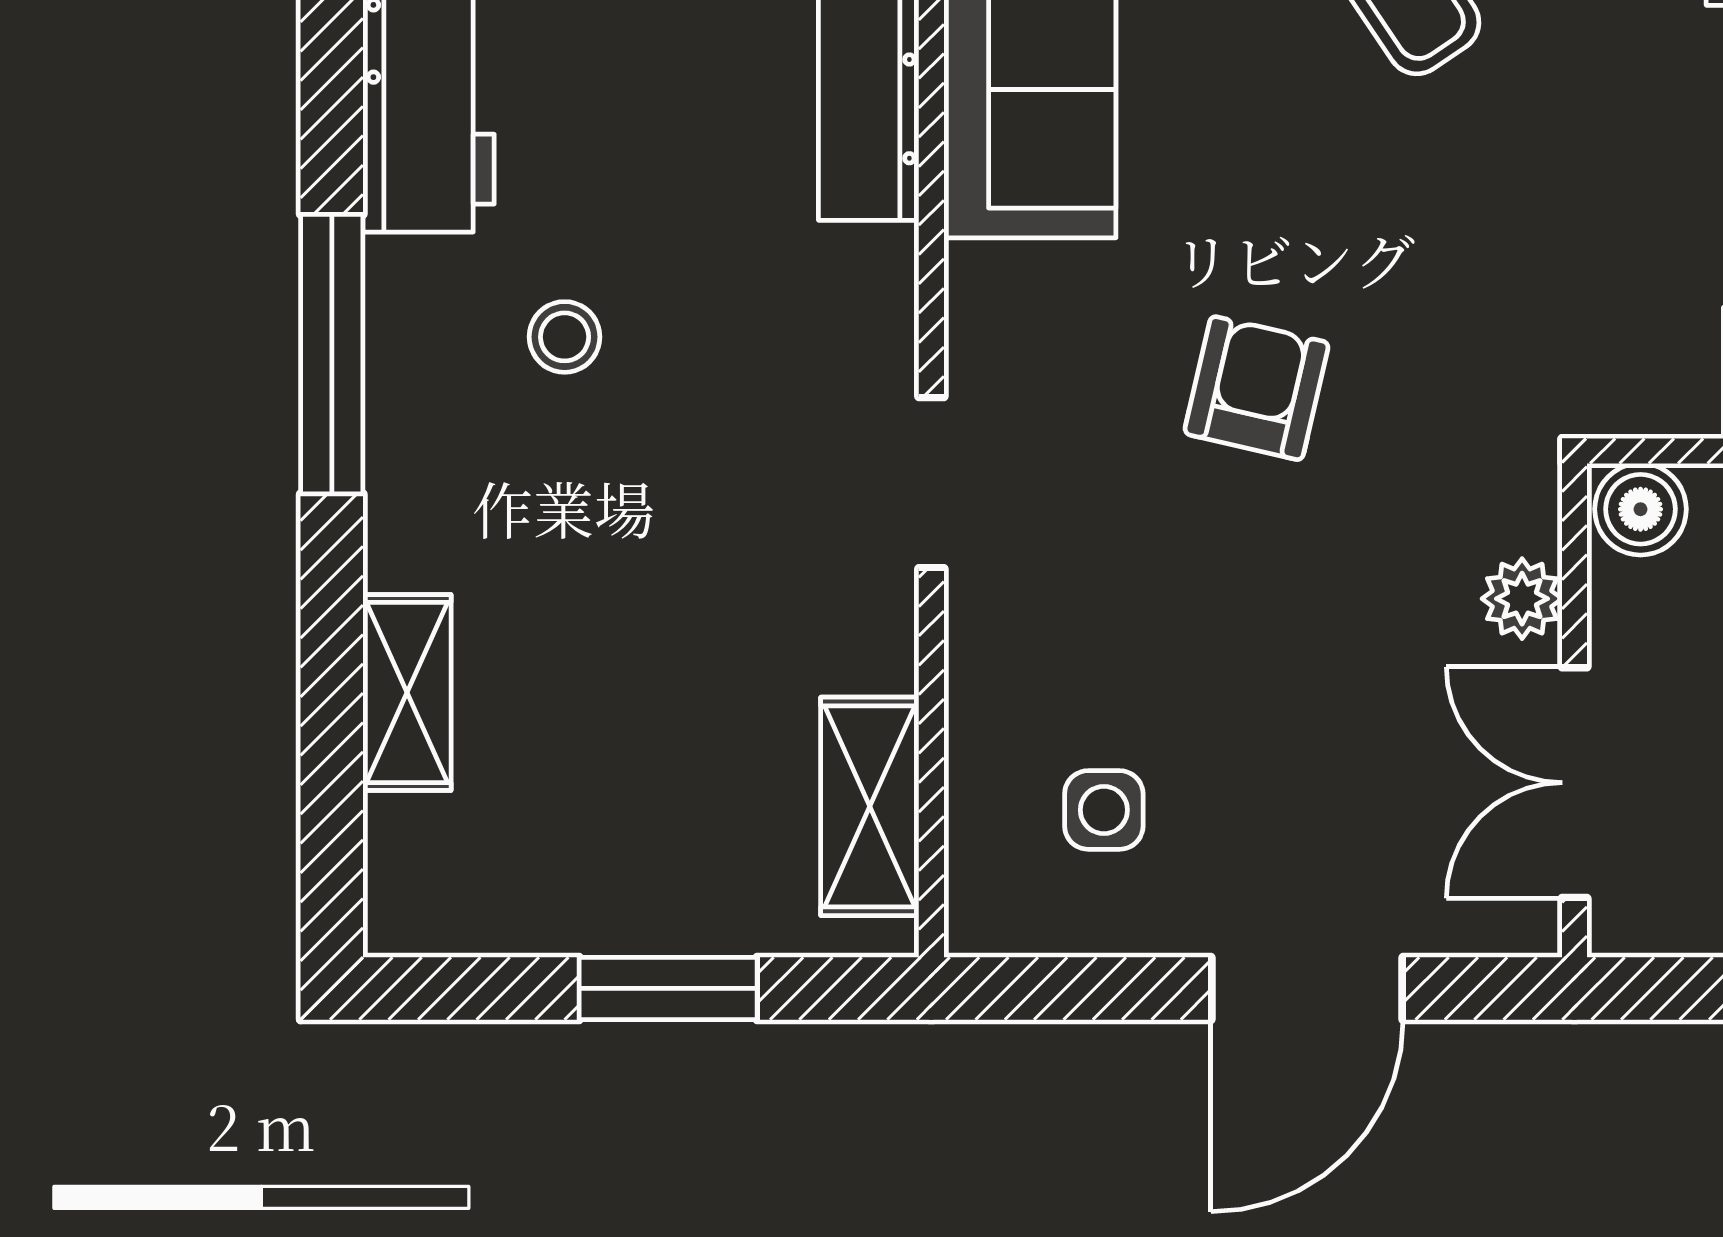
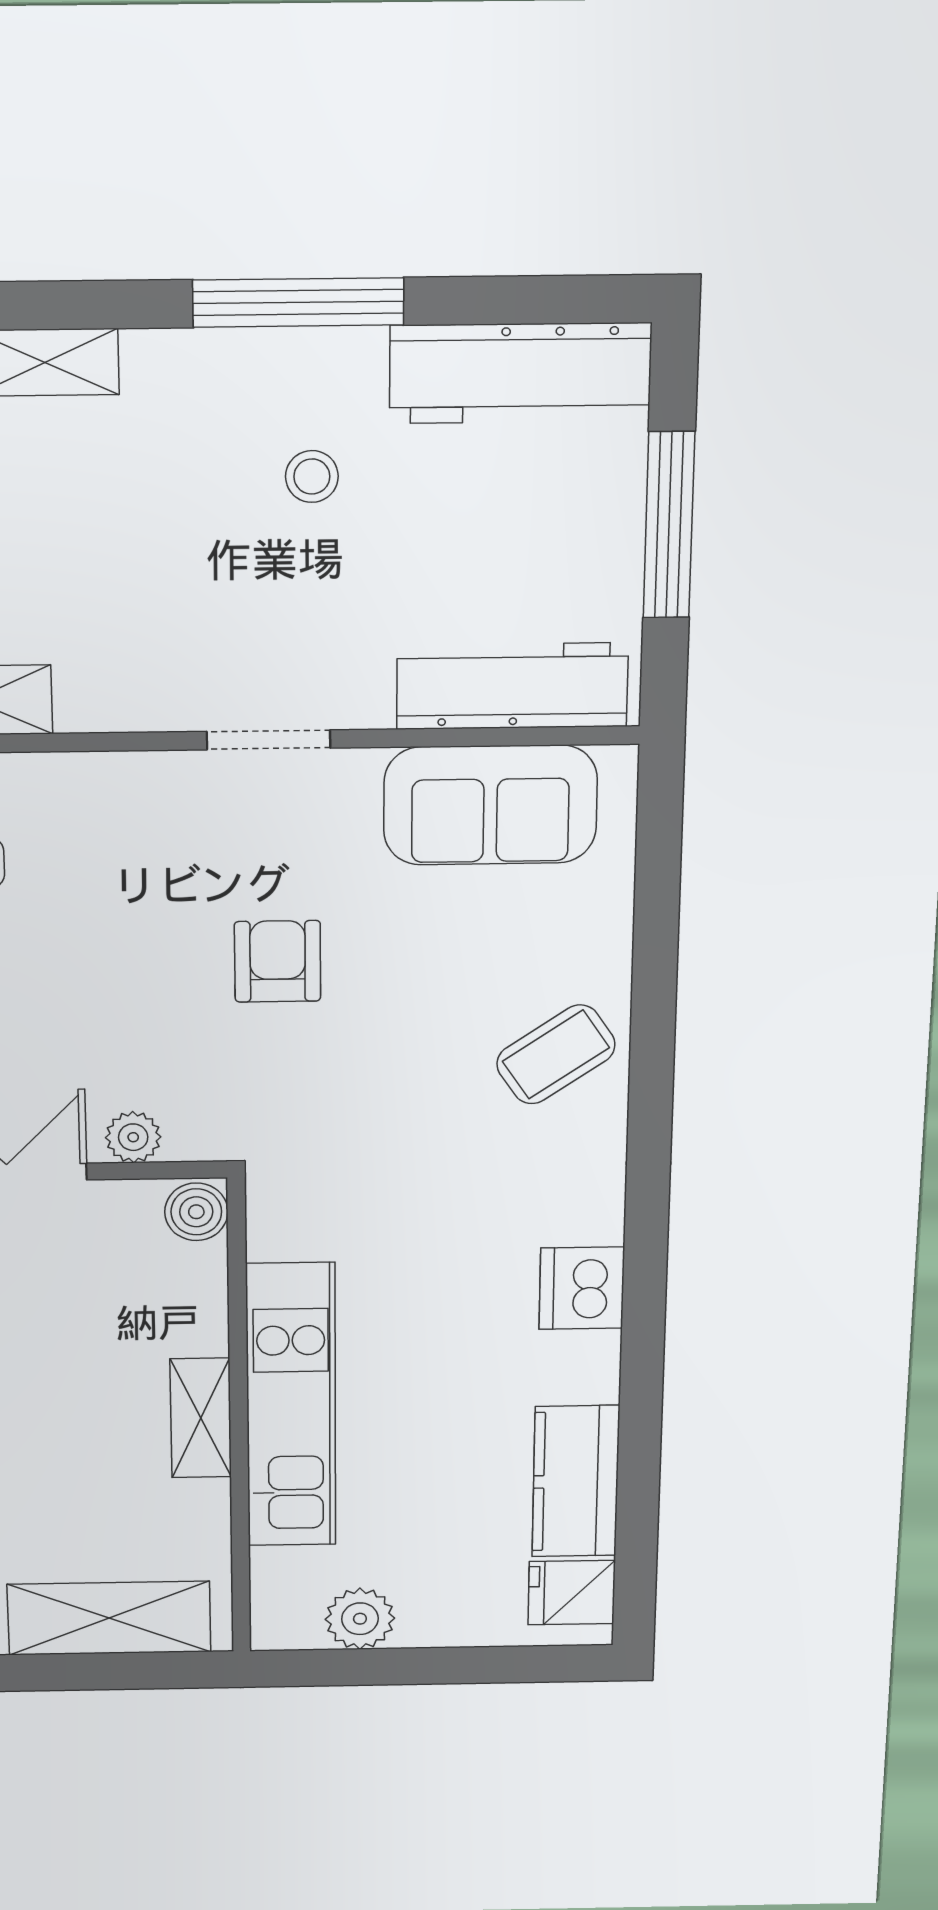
armchair: (1257, 388) -> (278, 961), turned -103
doorway: (931, 483) -> (269, 740), moved

